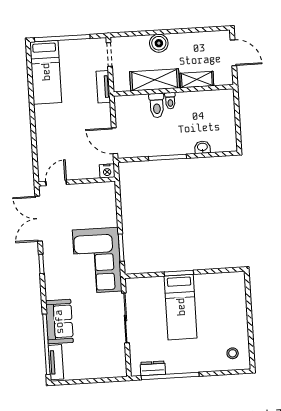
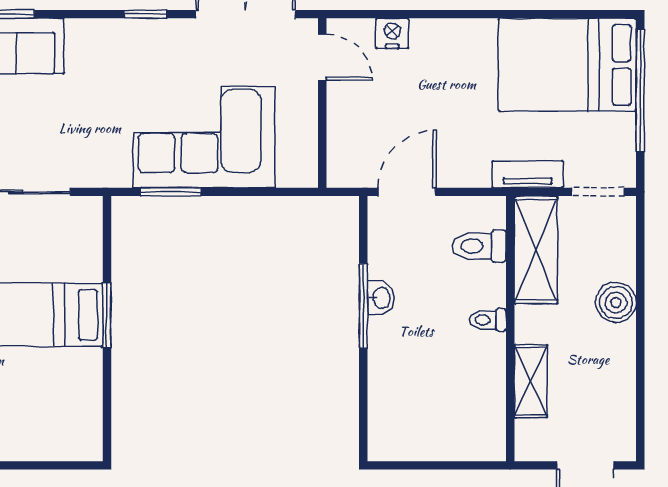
bed: (46, 72) -> (567, 65), width x1.50
shelving: (155, 80) -> (536, 250), moved
toilet: (157, 105) -> (479, 246), moved
washbasin: (202, 147) -> (381, 298), moved
nightstand: (107, 171) -> (392, 33), moved, turned 90
corner sofa: (97, 260) -> (204, 137), moved

